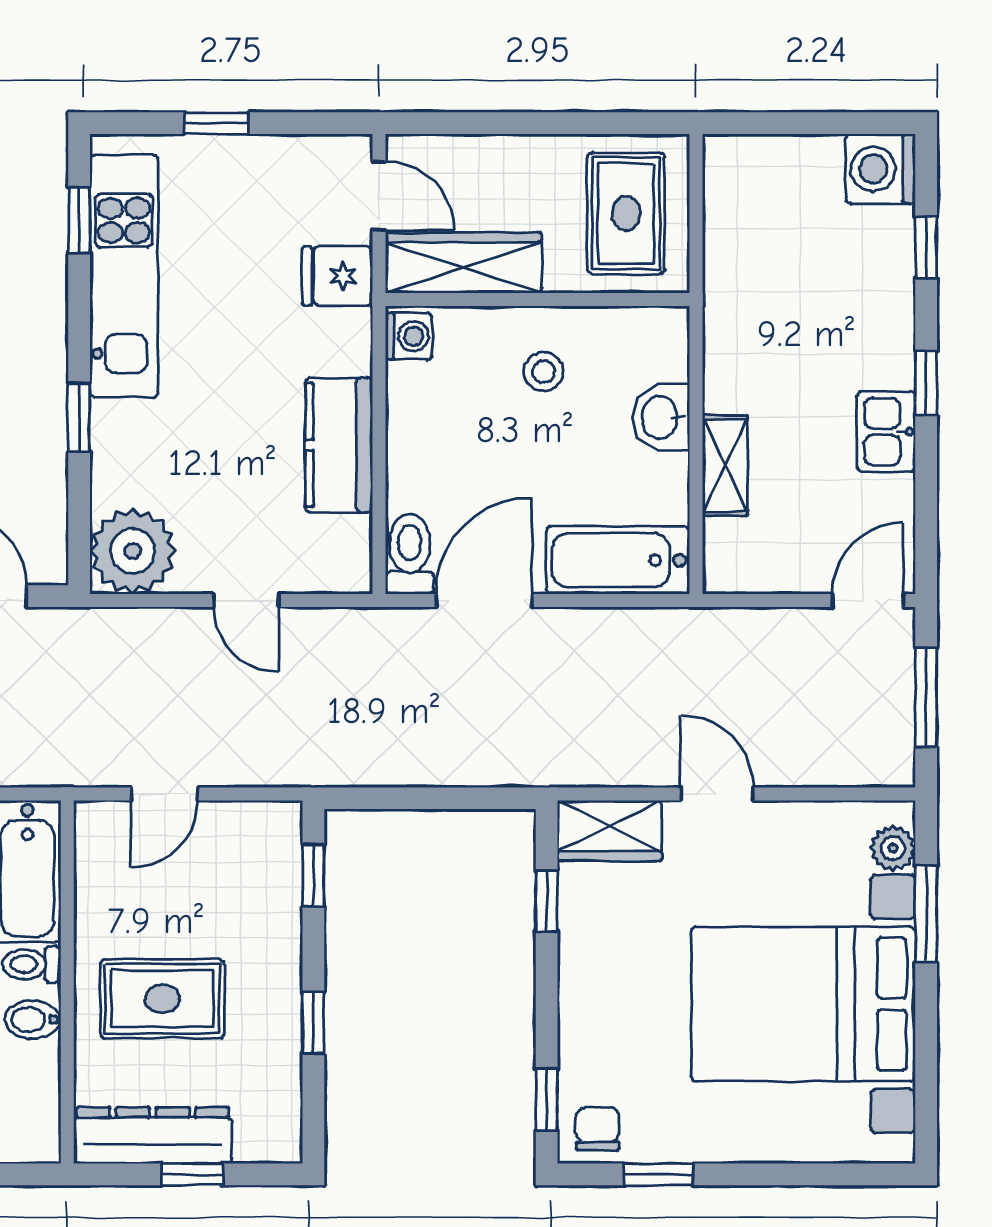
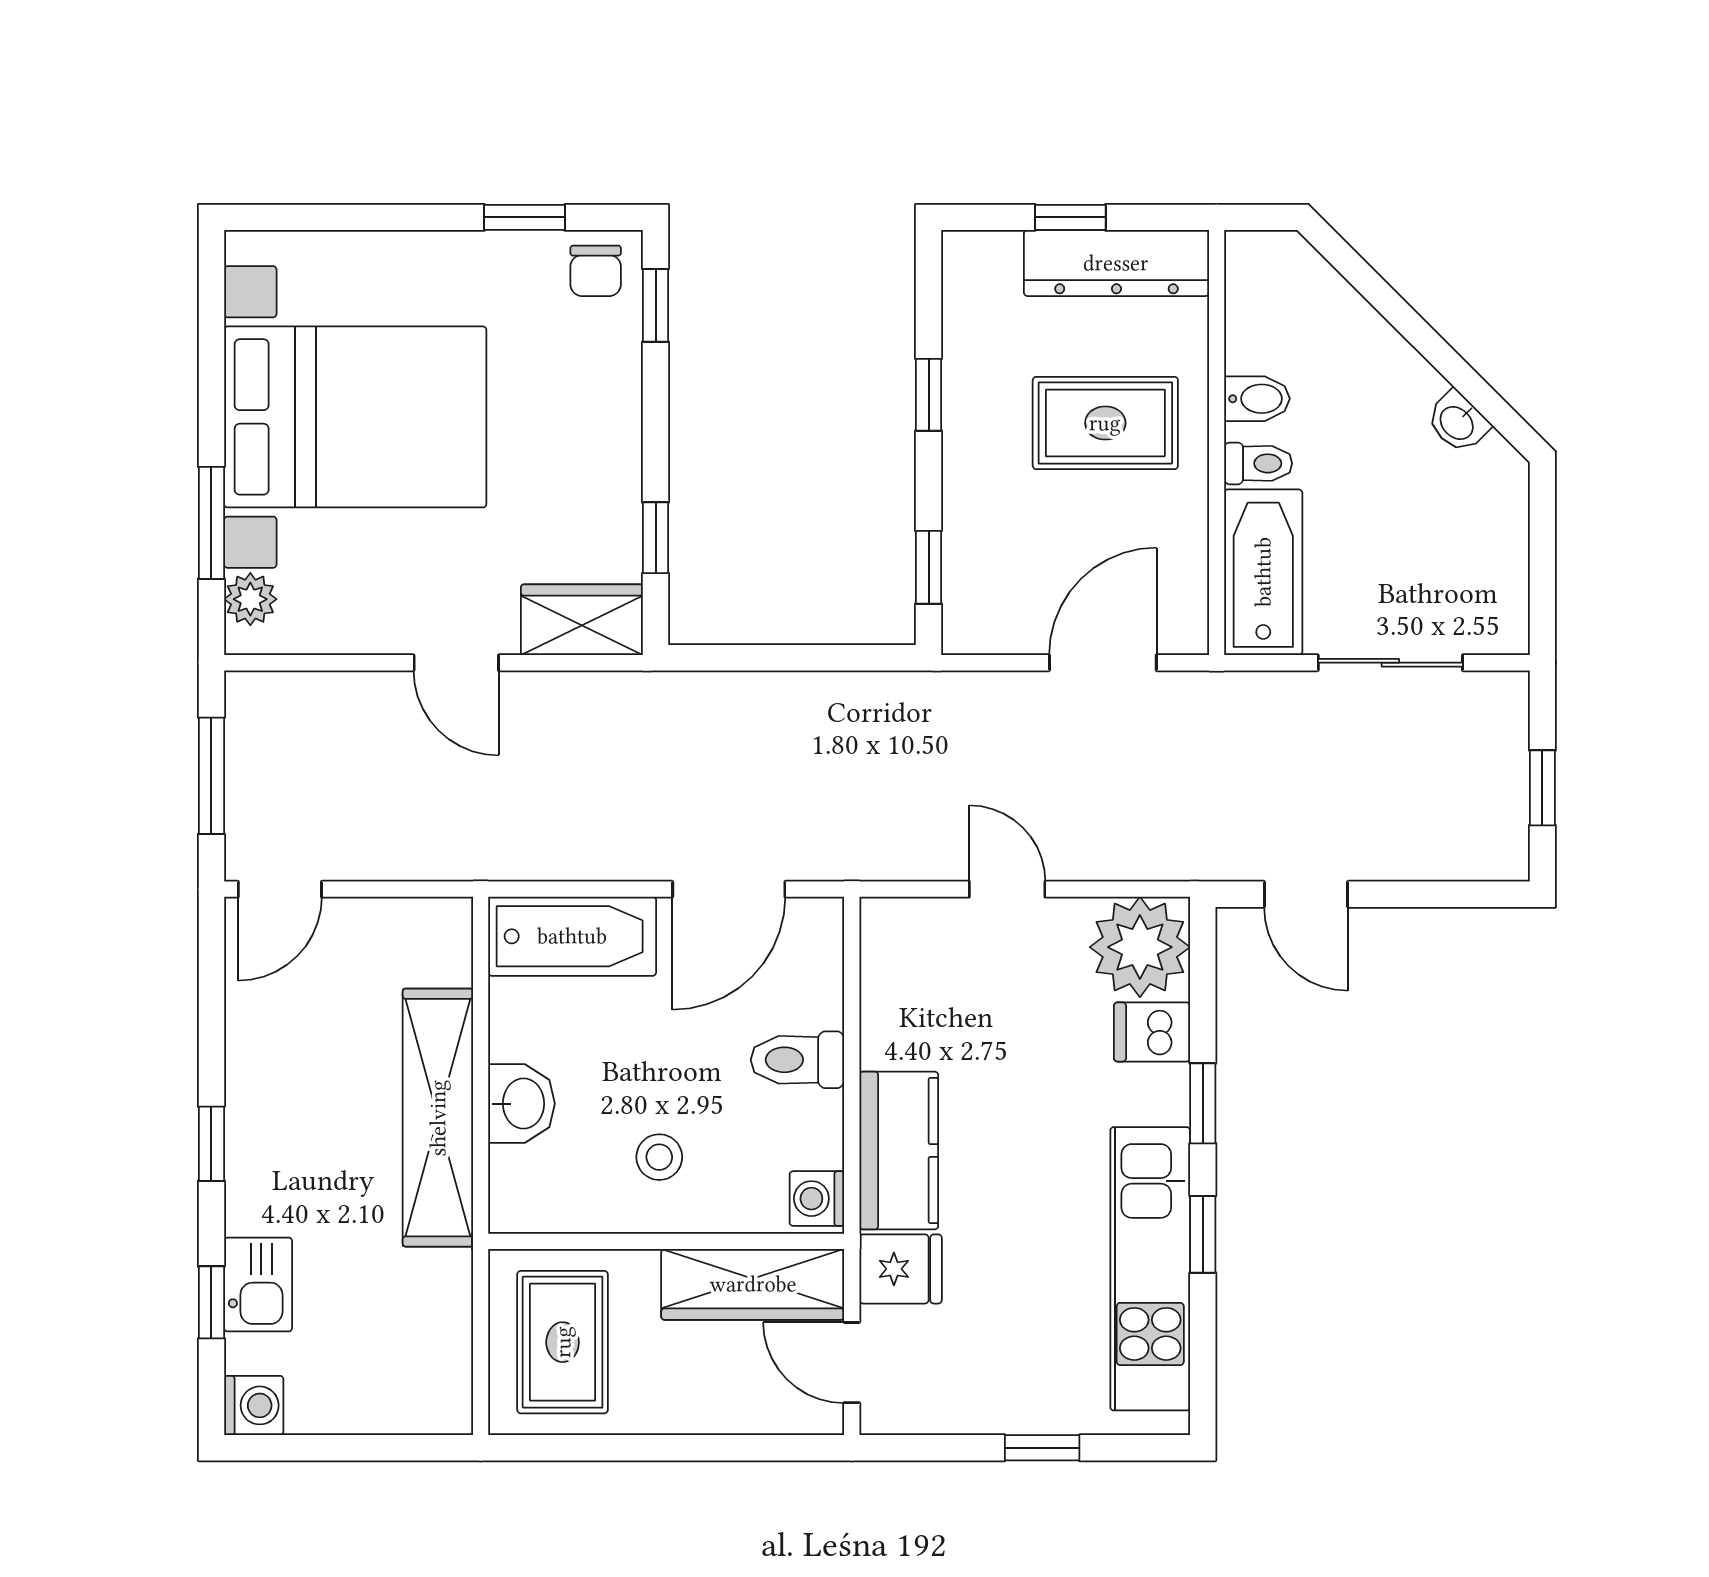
washing machine: (880, 169) -> (254, 1405), width x0.73, depth x0.73
window: (79, 220) -> (1203, 1234), moved
kitchen sink: (886, 432) -> (258, 1285), moved
kitchen counter: (339, 445) -> (899, 1150), moved
shelving: (725, 465) -> (438, 1118), width x2.20, depth x1.33
dishwasher: (122, 478) -> (1152, 1032), added
toilet: (410, 554) -> (797, 1060), moved, turned 90
door: (164, 794) -> (1103, 663), width x1.38

